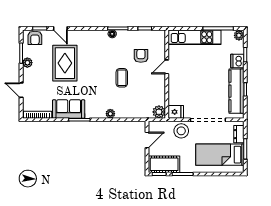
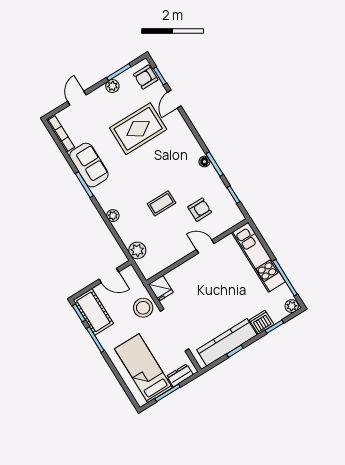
plant: (159, 112) -> (137, 250), moved

